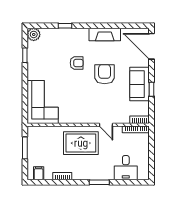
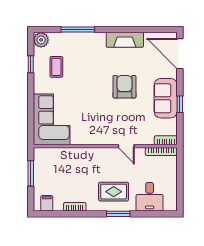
window: (65, 26) -> (78, 30), width x2.17
coffee table: (47, 57) -> (56, 67), added
armchair: (77, 63) -> (92, 73), removed
rug: (81, 143) -> (114, 192), moved, width x0.73, depth x0.70

